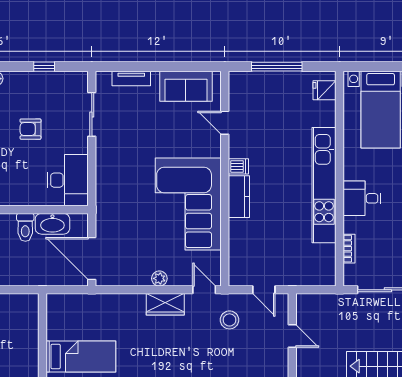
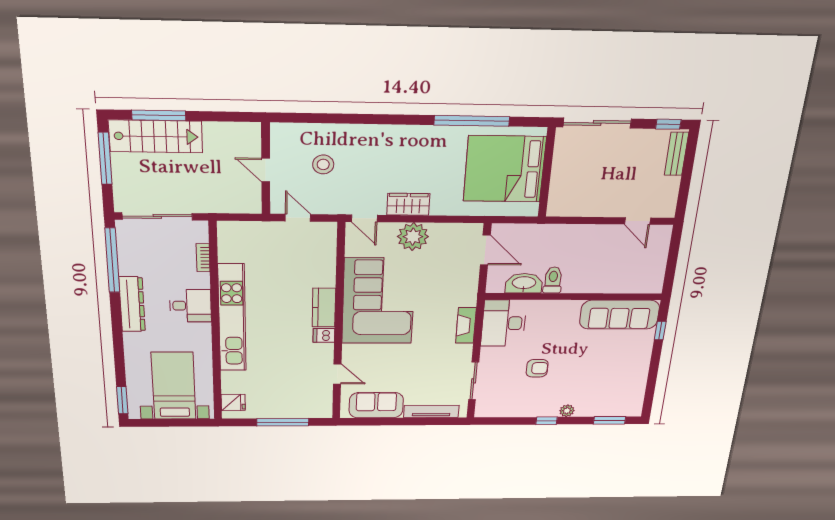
window: (44, 67) -> (547, 421), moved
tv unit: (131, 78) -> (431, 411), width x1.41
fireplace: (104, 178) -> (466, 325), added
door: (92, 259) -> (485, 250), width x0.73
plant: (159, 278) -> (413, 237), width x1.87, depth x1.87
stool: (230, 320) -> (323, 164), moved
bed: (81, 357) -> (505, 169), width x2.04

